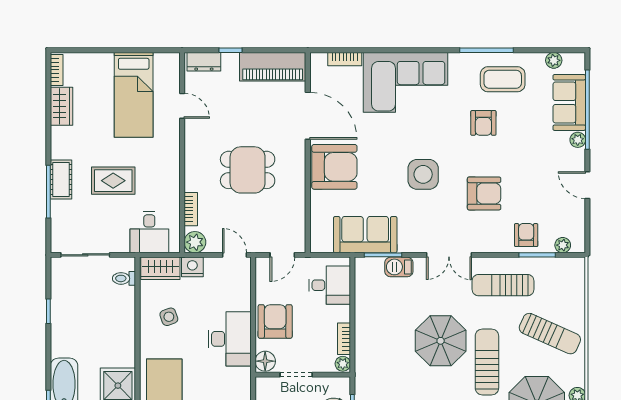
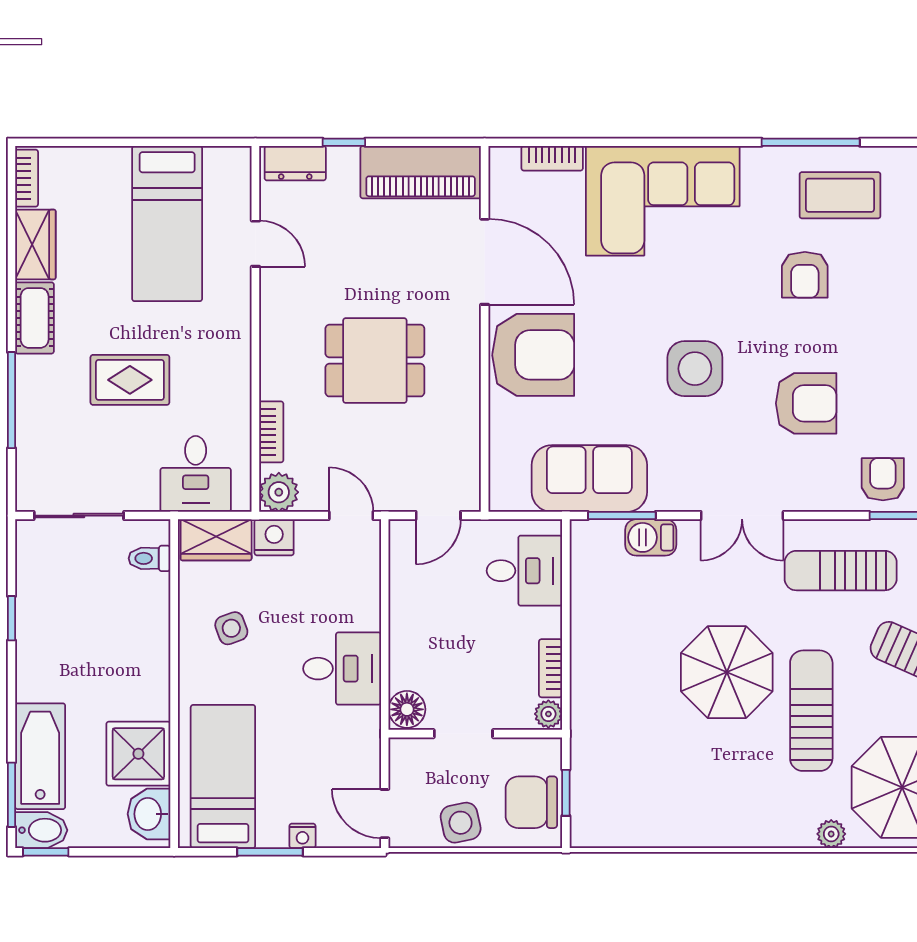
cot: (61, 180) -> (35, 318), moved
armchair: (275, 321) -> (425, 637), removed
desk: (230, 339) -> (342, 669), width x0.73

